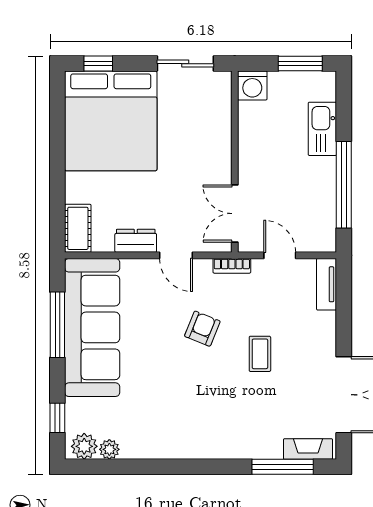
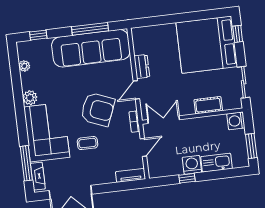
washing machine: (321, 173) -> (192, 165), added
window: (344, 185) -> (187, 178), width x0.32
cot: (78, 228) -> (208, 105), moved
armchair: (202, 329) -> (98, 109), width x1.88, depth x1.88
corner sofa: (232, 424) -> (47, 132), added
plant: (84, 446) -> (30, 98), moved

